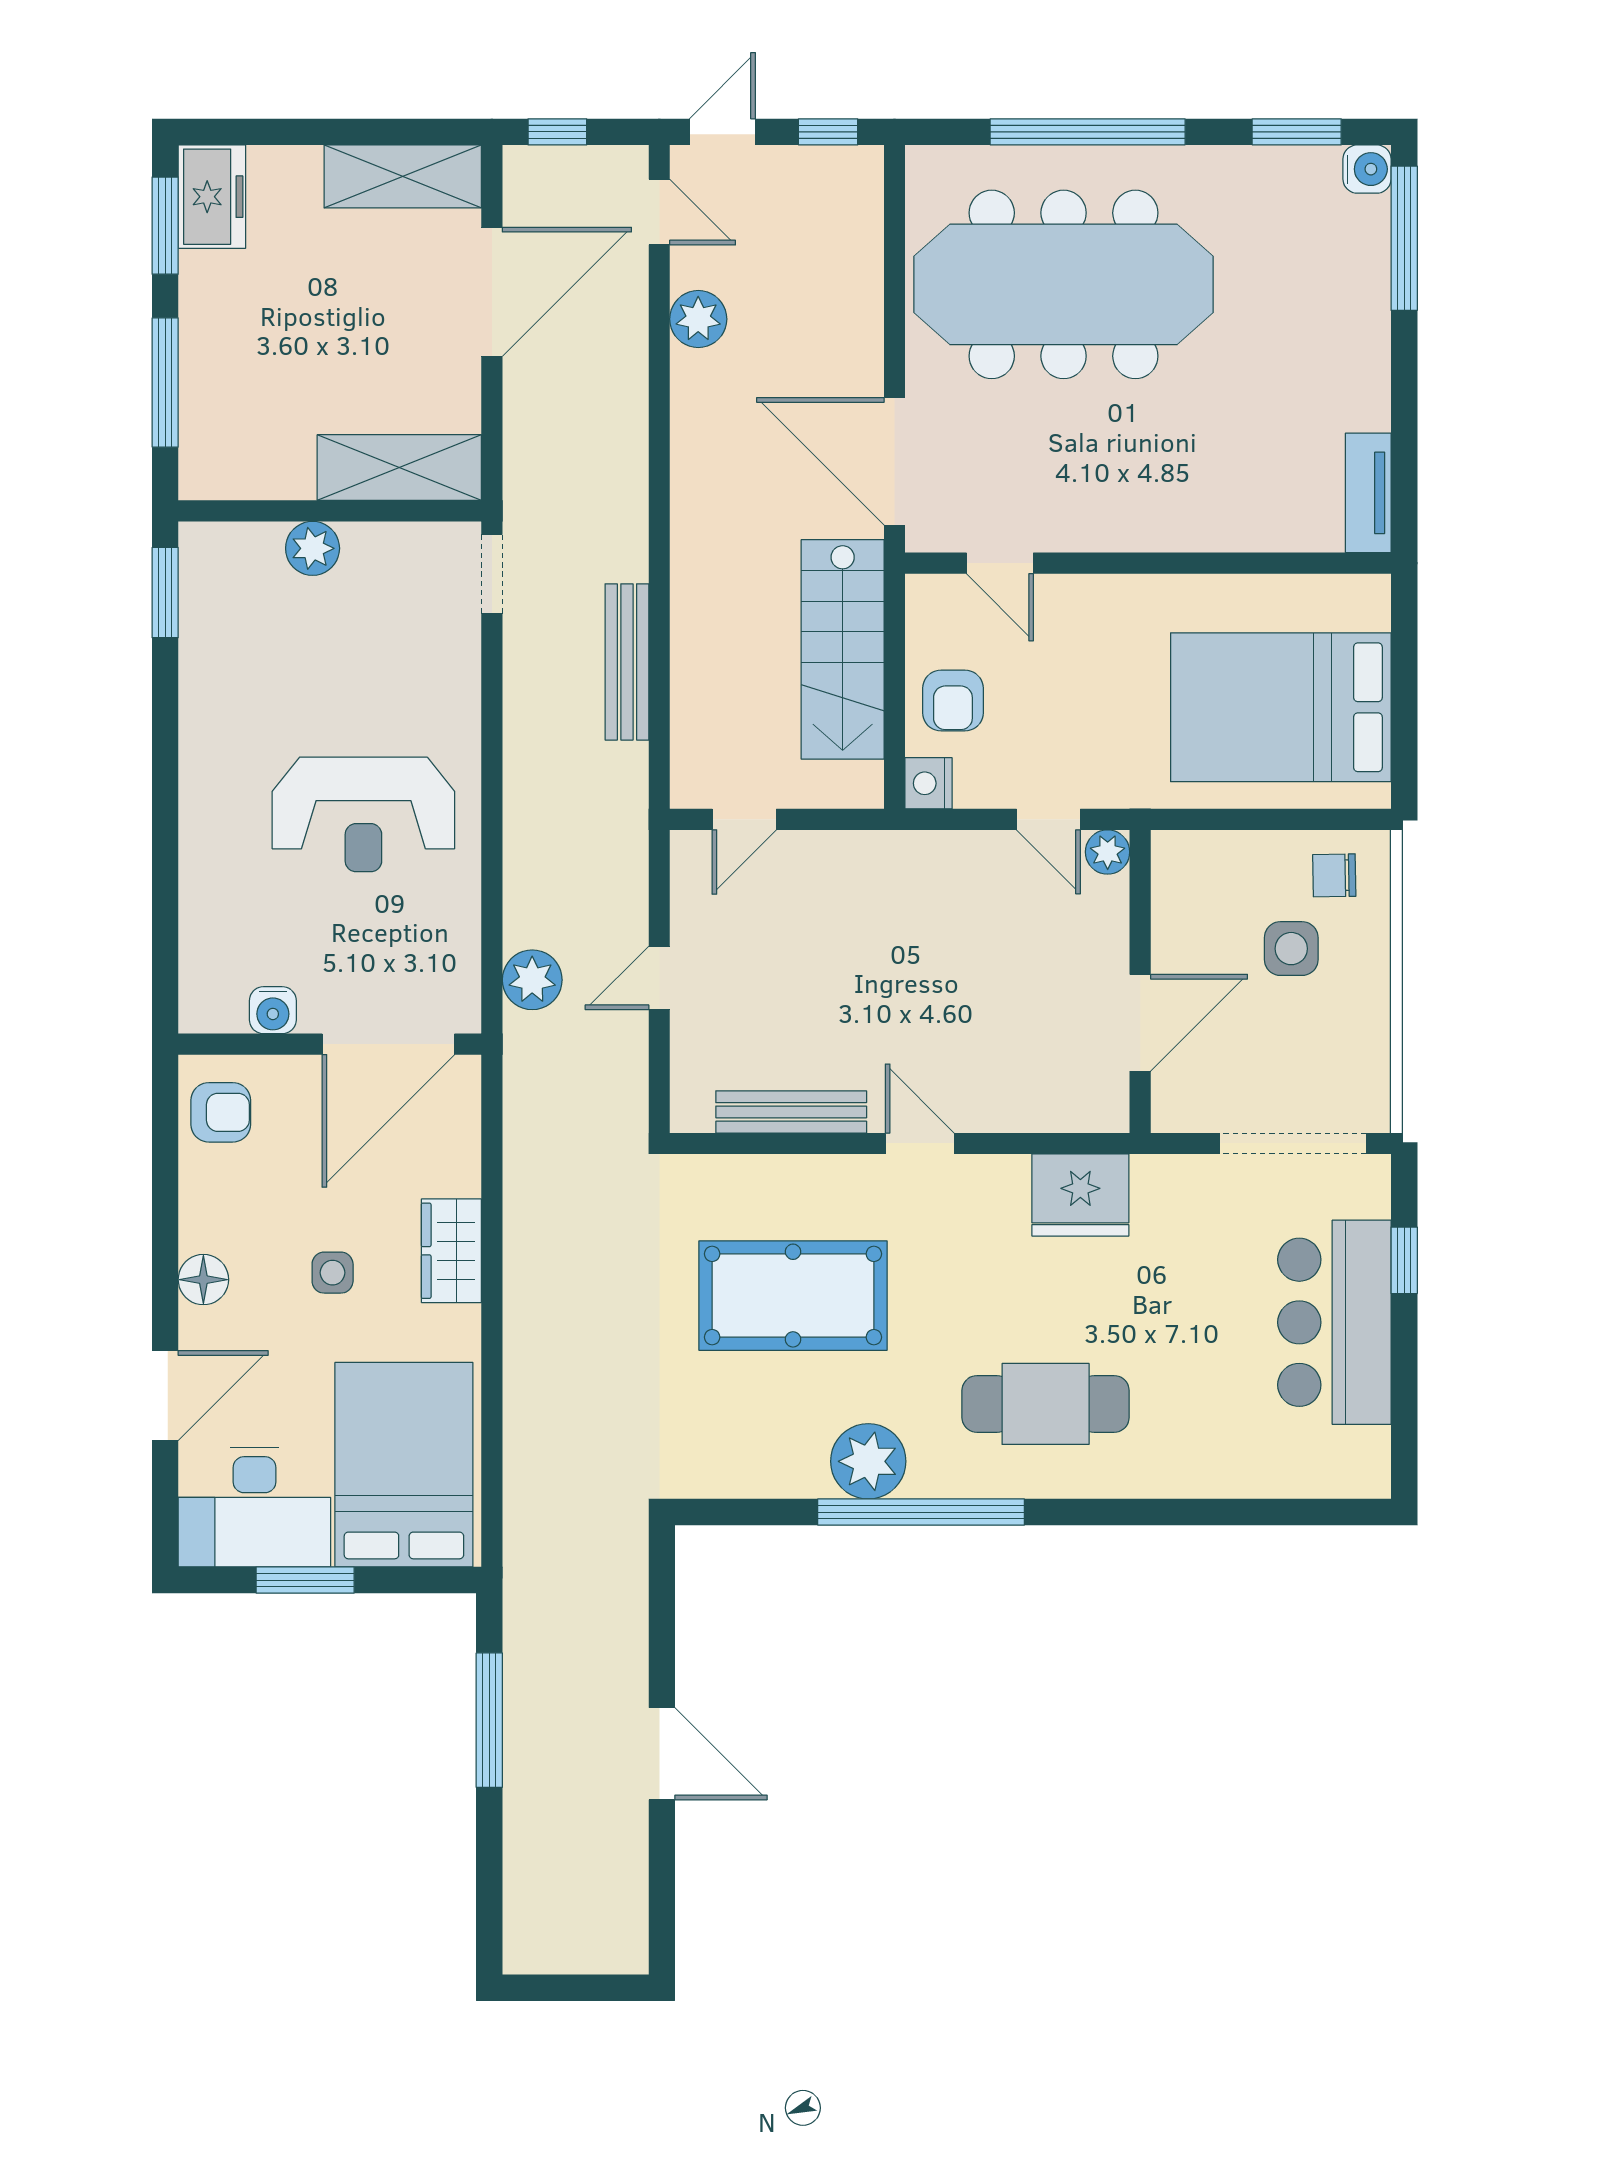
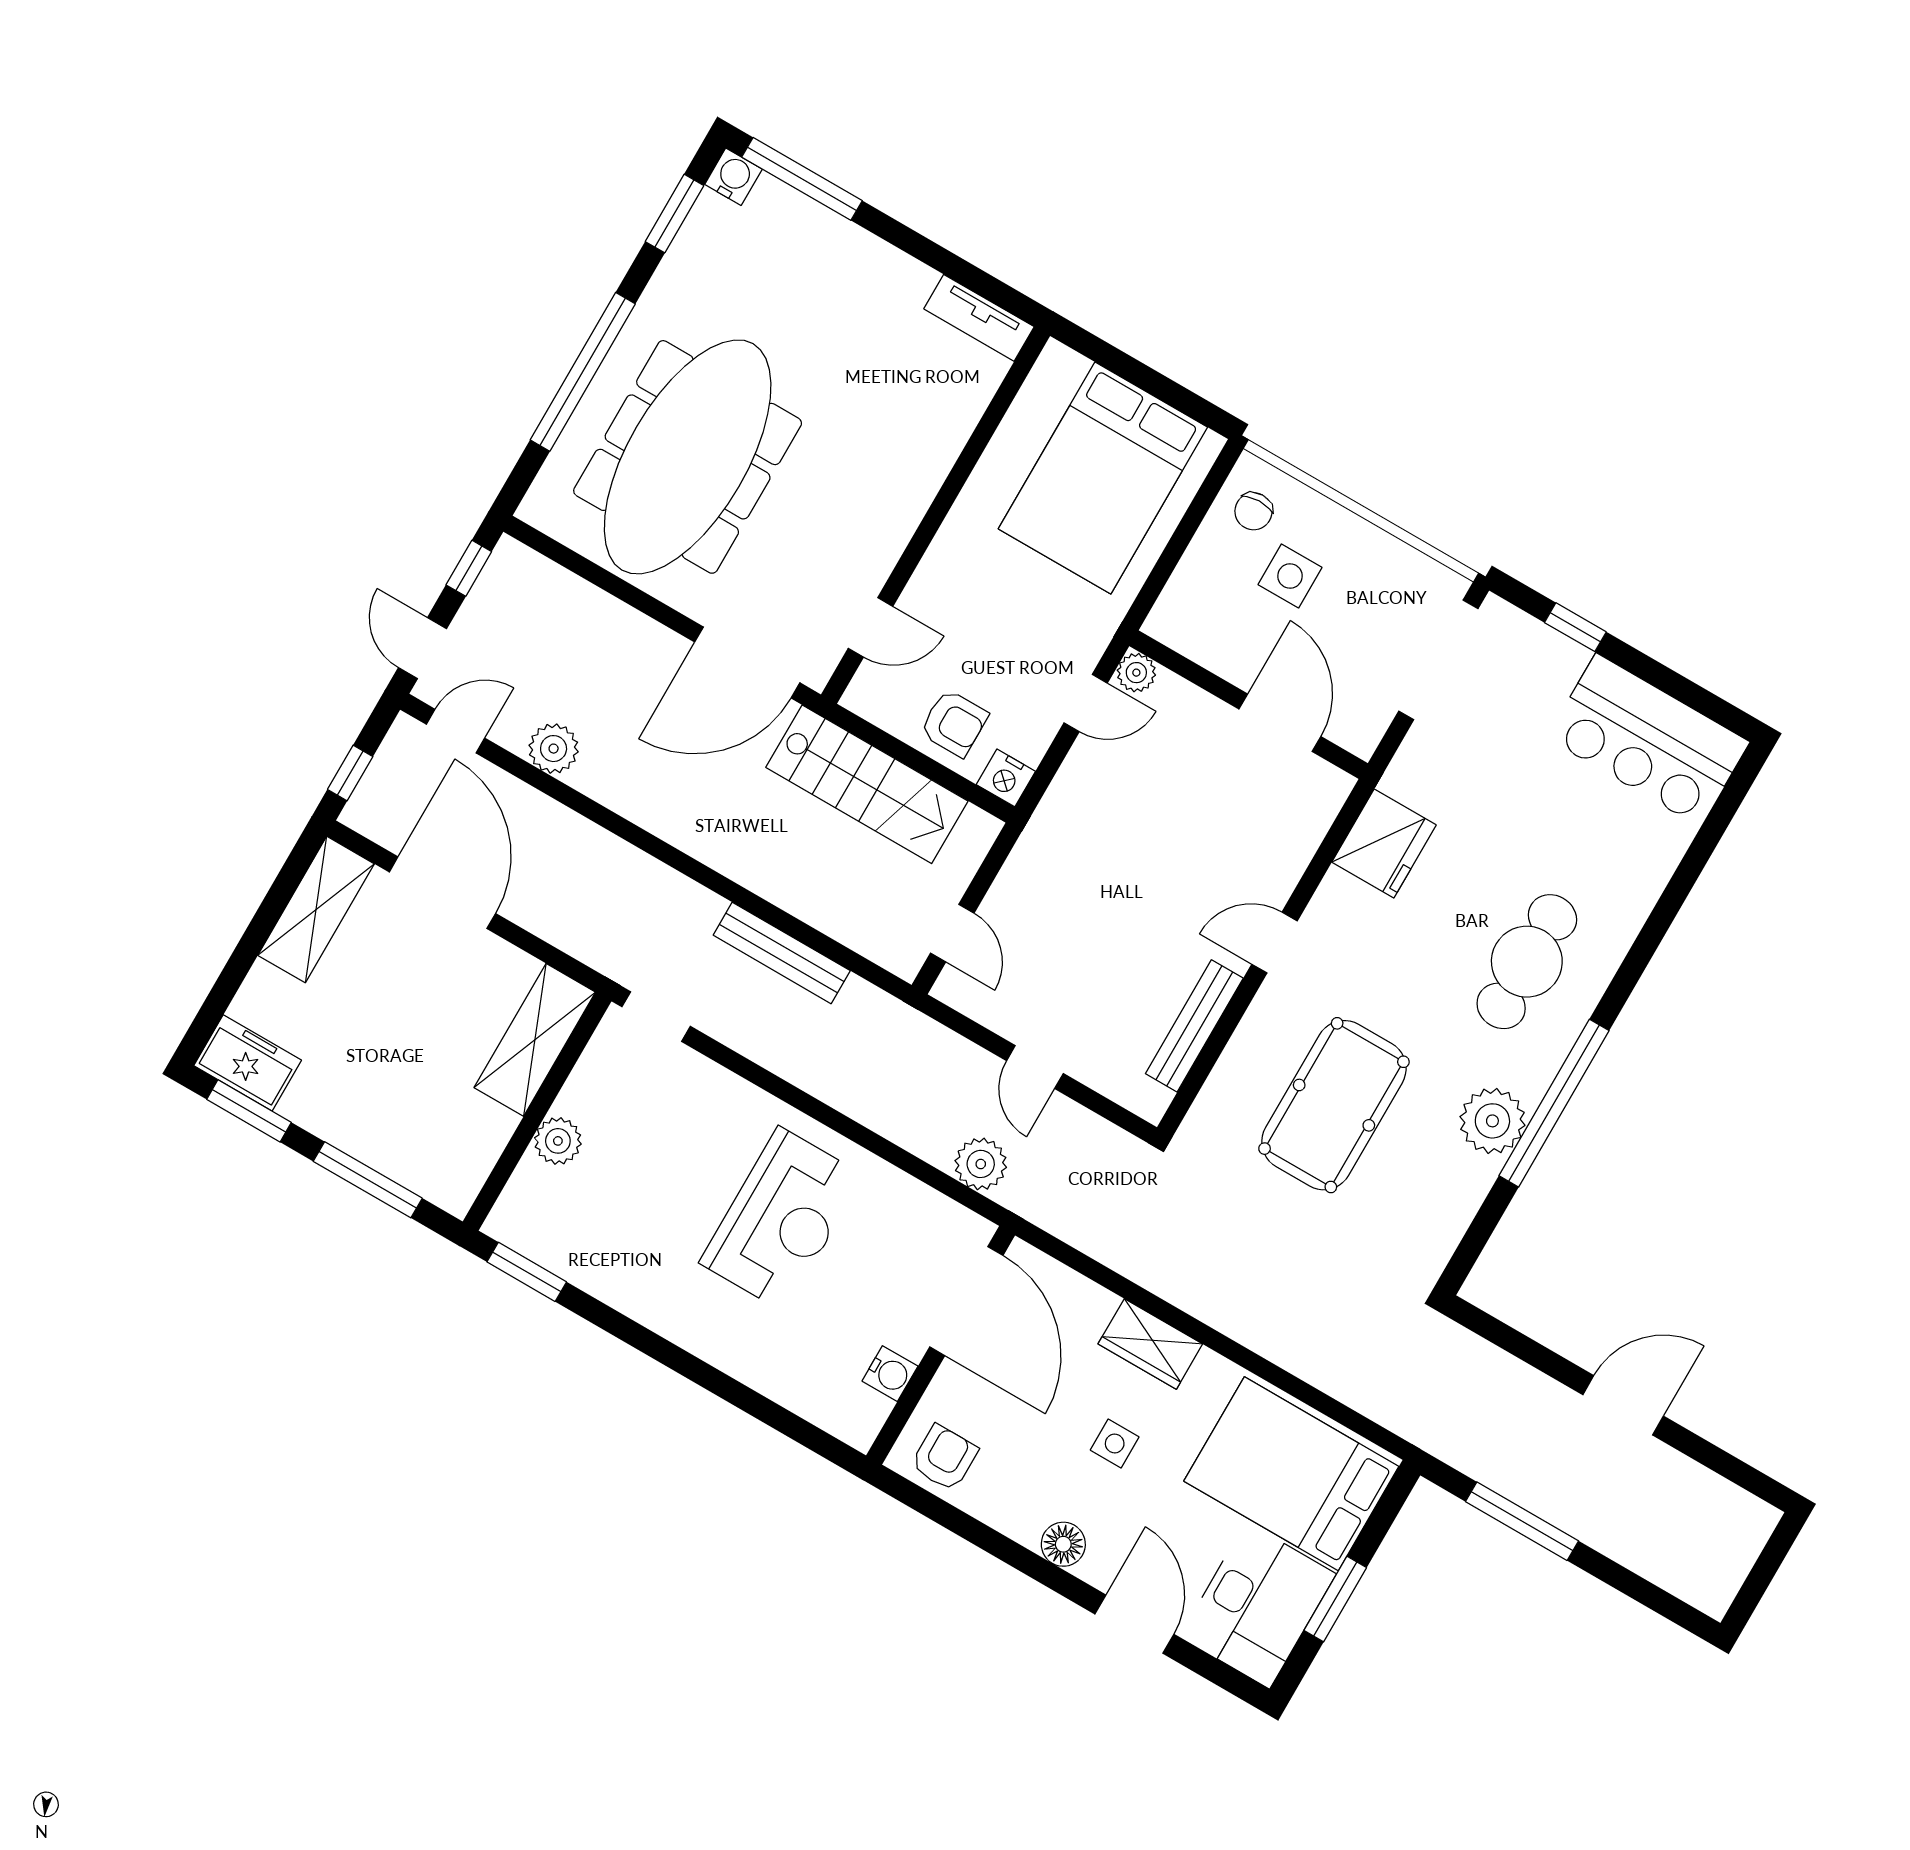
bar counter: (1334, 1322) -> (1648, 740), moved

